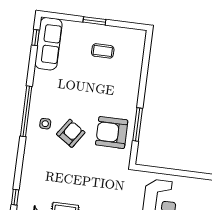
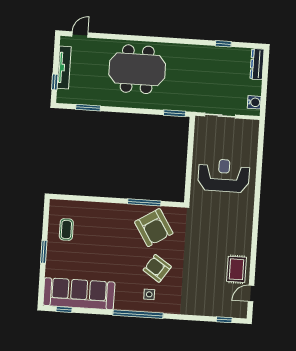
sofa: (49, 44) -> (79, 294), width x1.36, depth x1.27
coffee table: (103, 51) -> (66, 229), moved
armchair: (112, 132) -> (154, 228), turned -32

